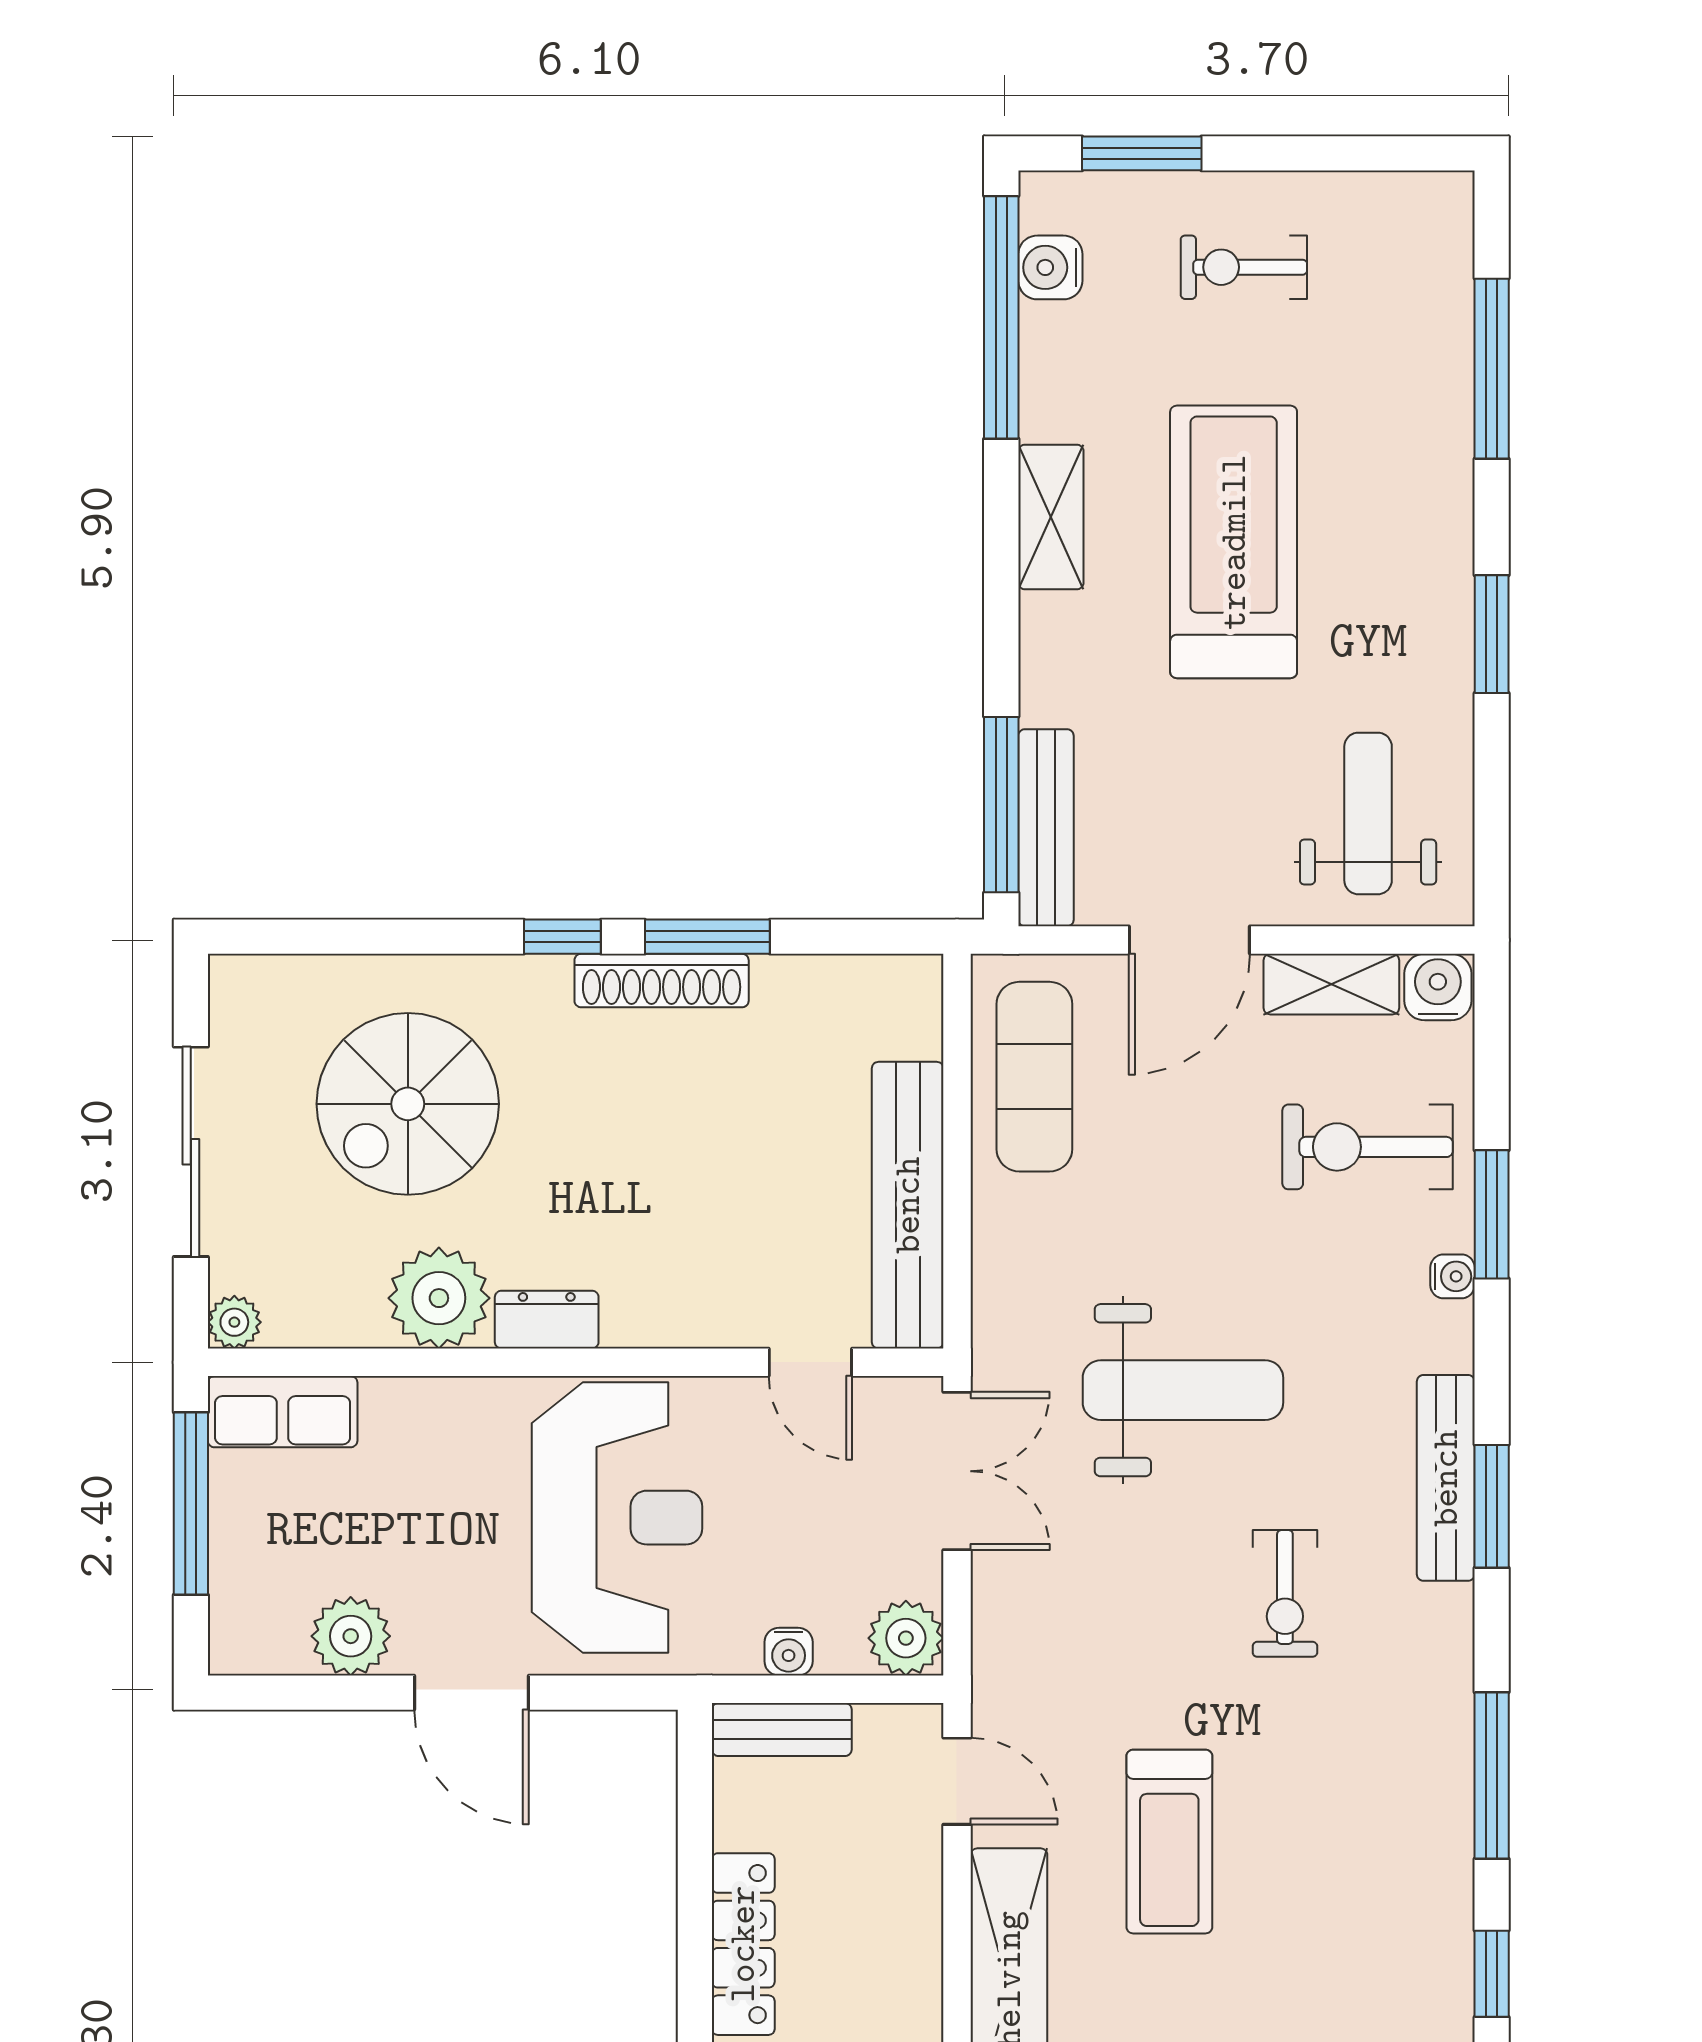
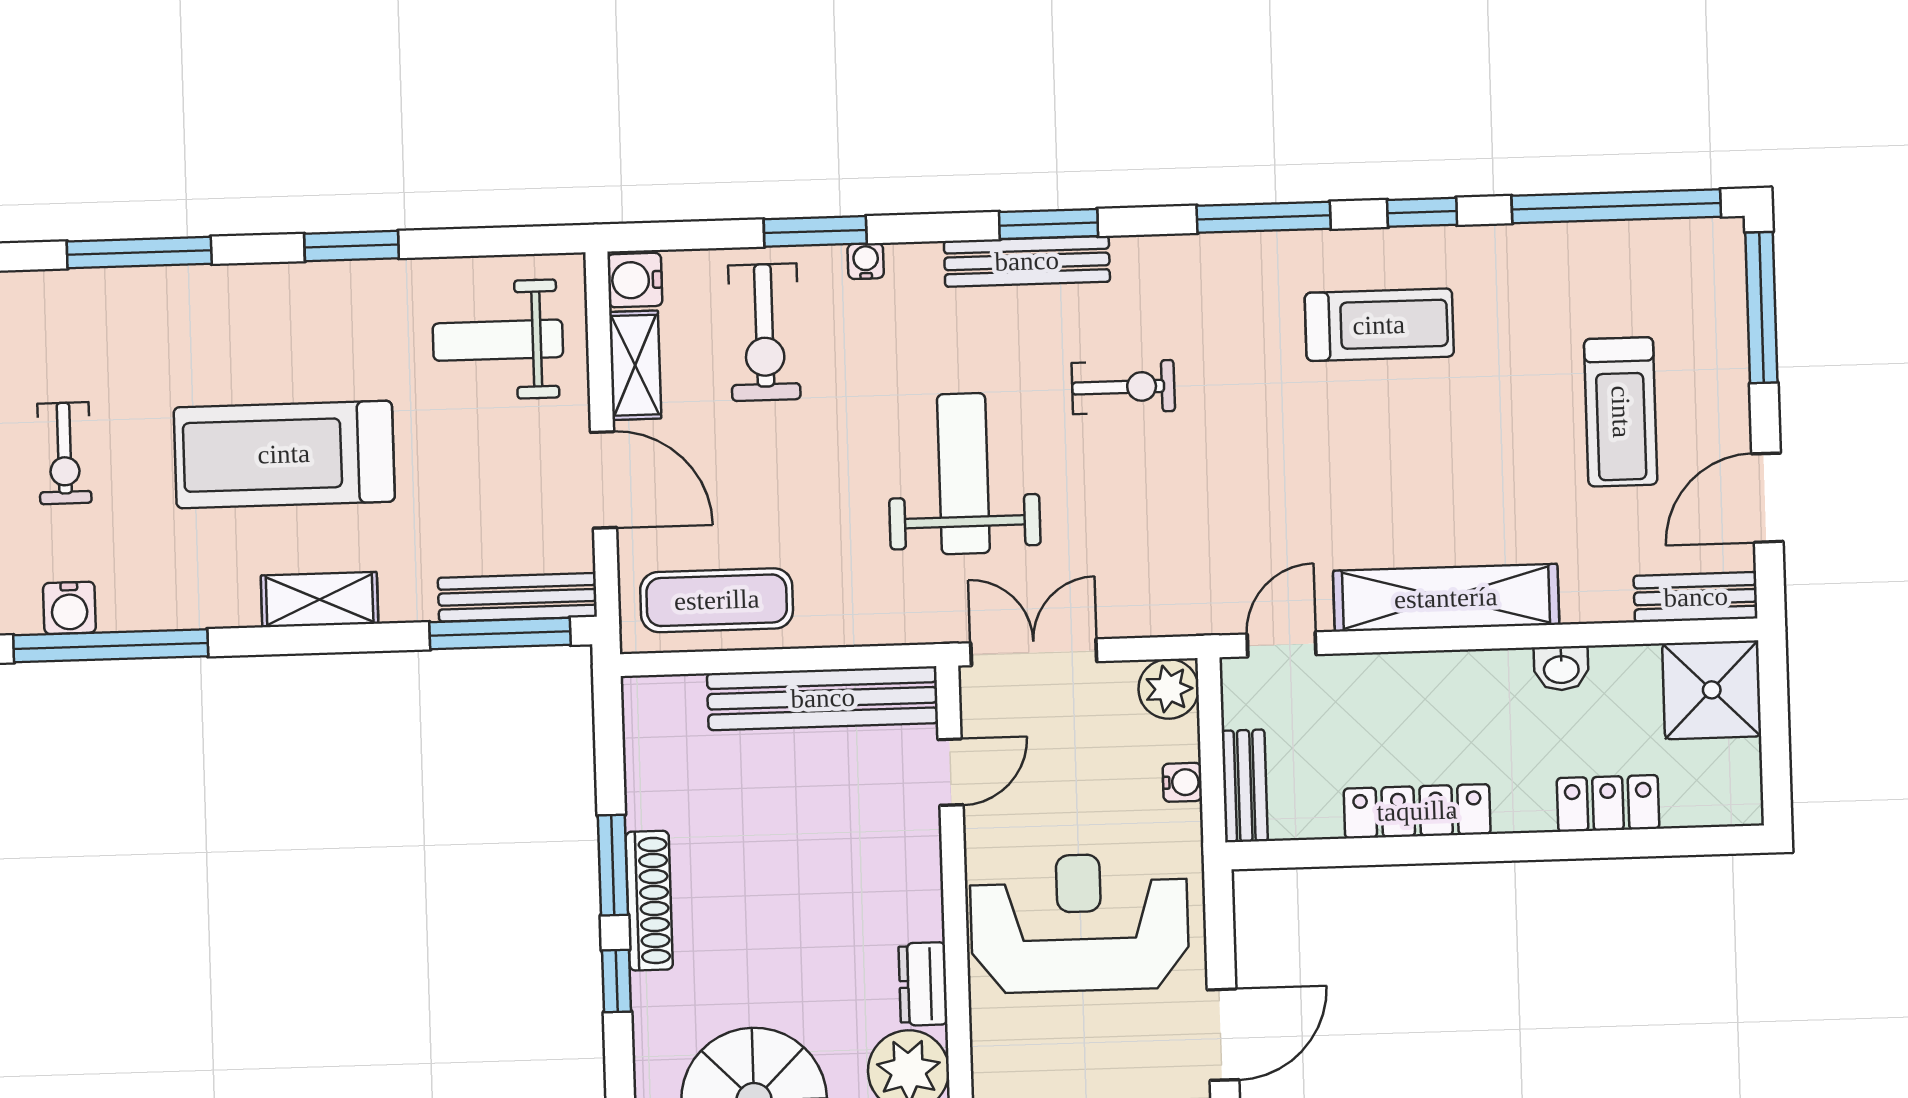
shelving: (1051, 517) -> (320, 600), moved
treadmill: (1169, 1842) -> (1379, 325), moved

